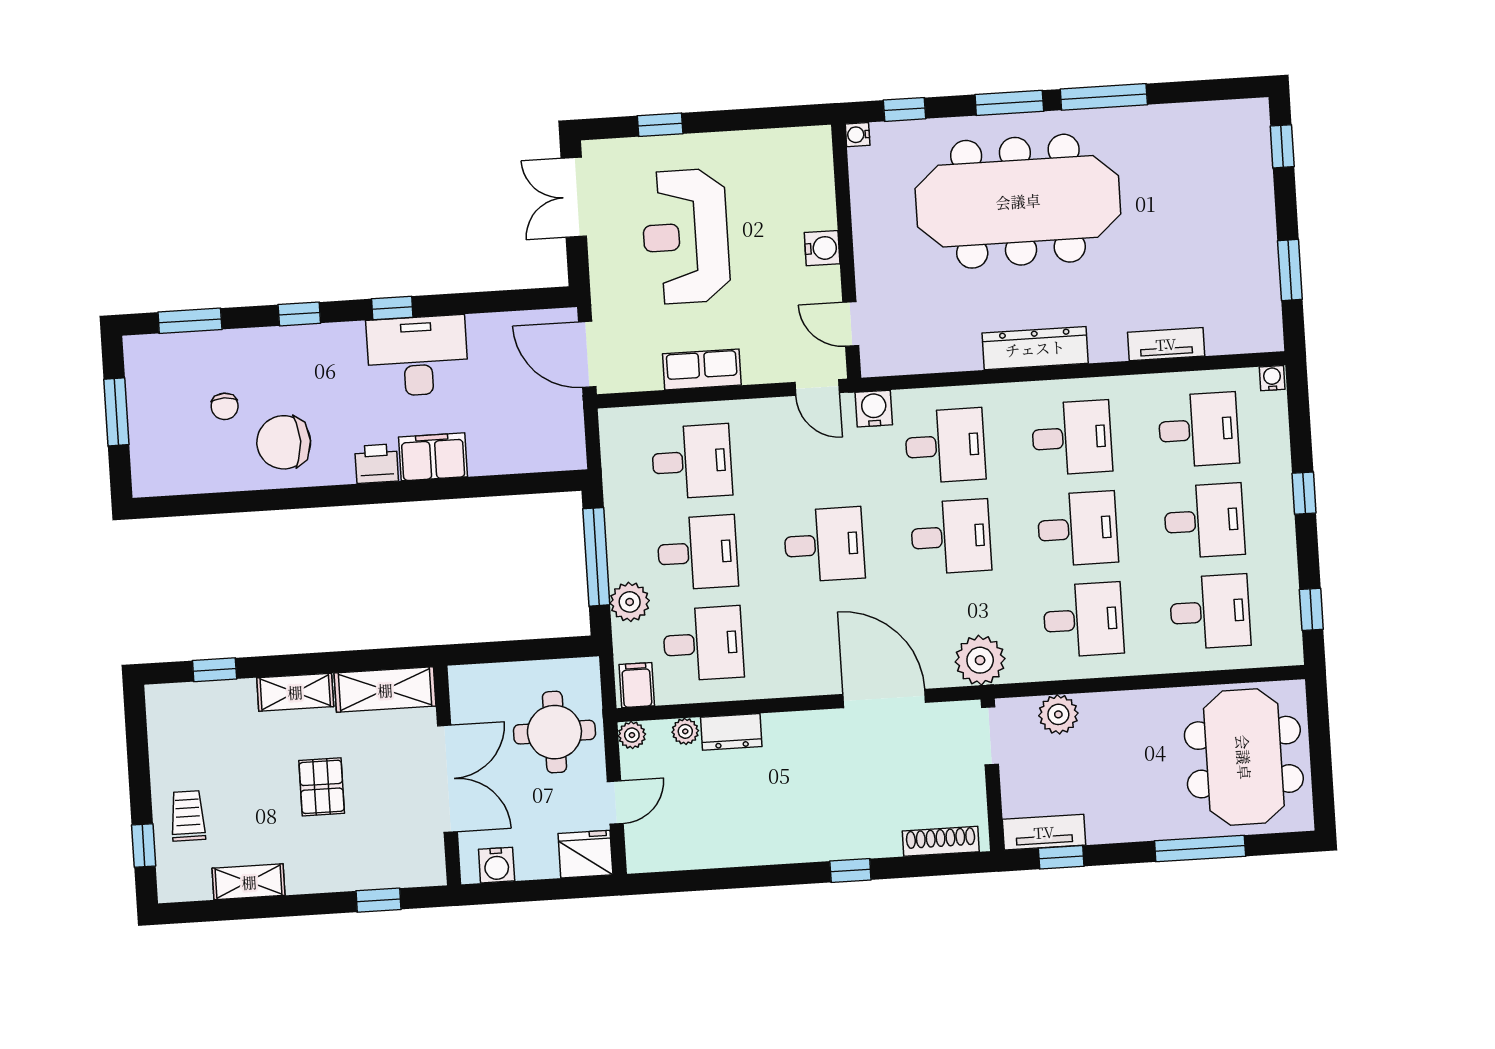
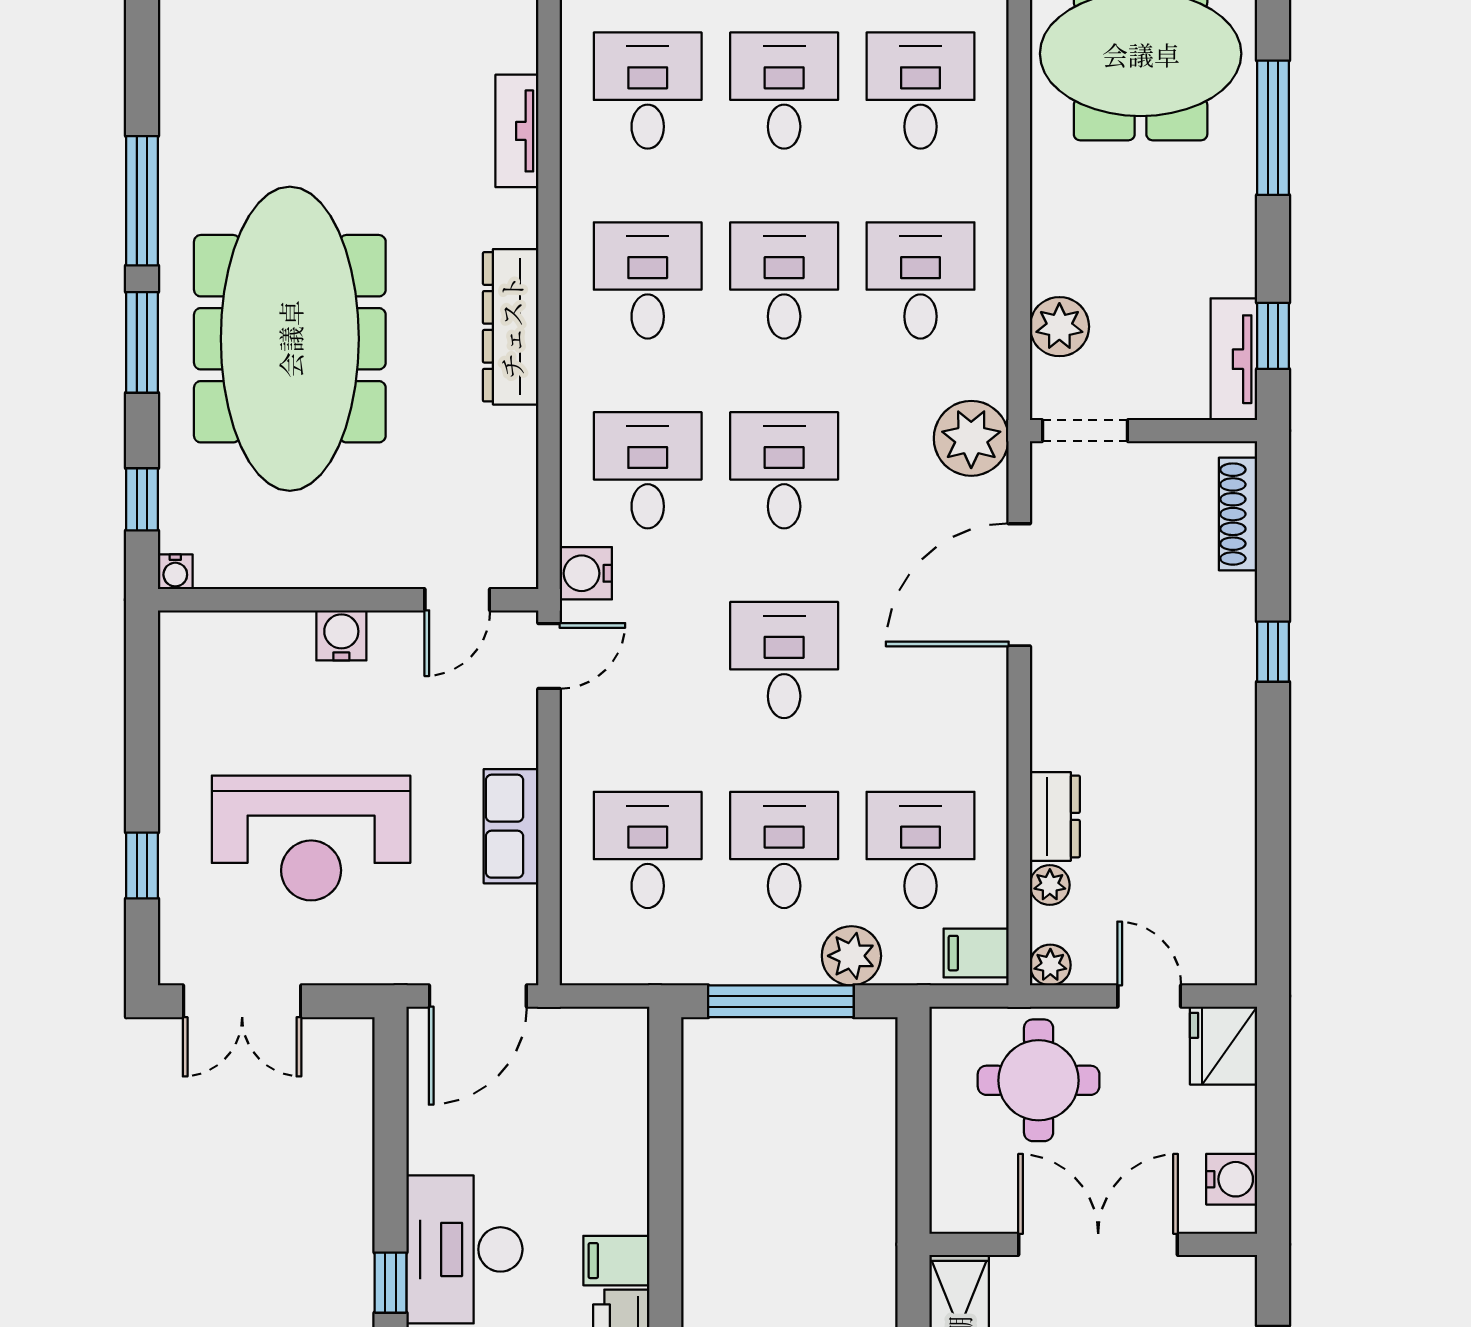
filing cabinet: (433, 457) -> (616, 1261), width x0.50

